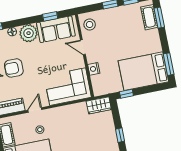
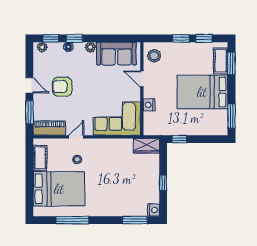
window: (50, 16) -> (74, 38), moved
plant: (29, 33) -> (90, 47), width x0.53, depth x0.53
bed: (143, 71) -> (202, 92), moved

